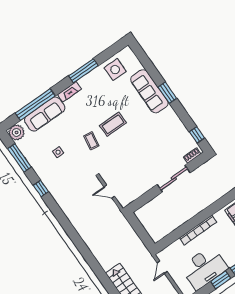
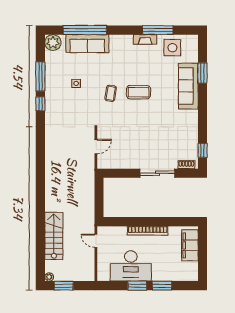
window: (83, 71) -> (158, 30), moved
fireplace: (69, 92) -> (145, 39), moved
window: (167, 93) -> (203, 73), moved
window: (19, 158) -> (40, 76), moved
door: (109, 192) -> (96, 147), swing flipped
door: (162, 267) -> (96, 241), hinge flipped

